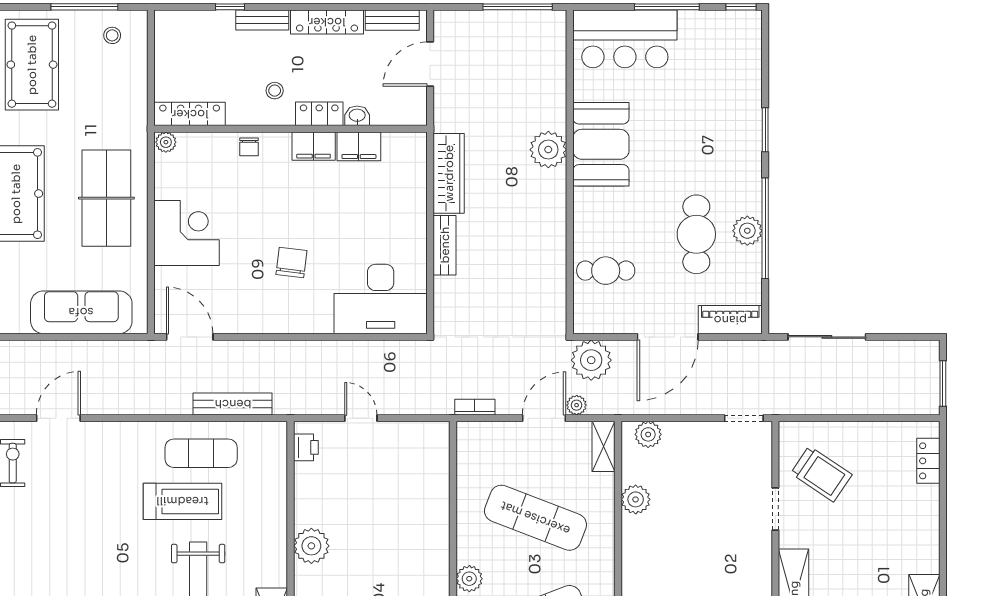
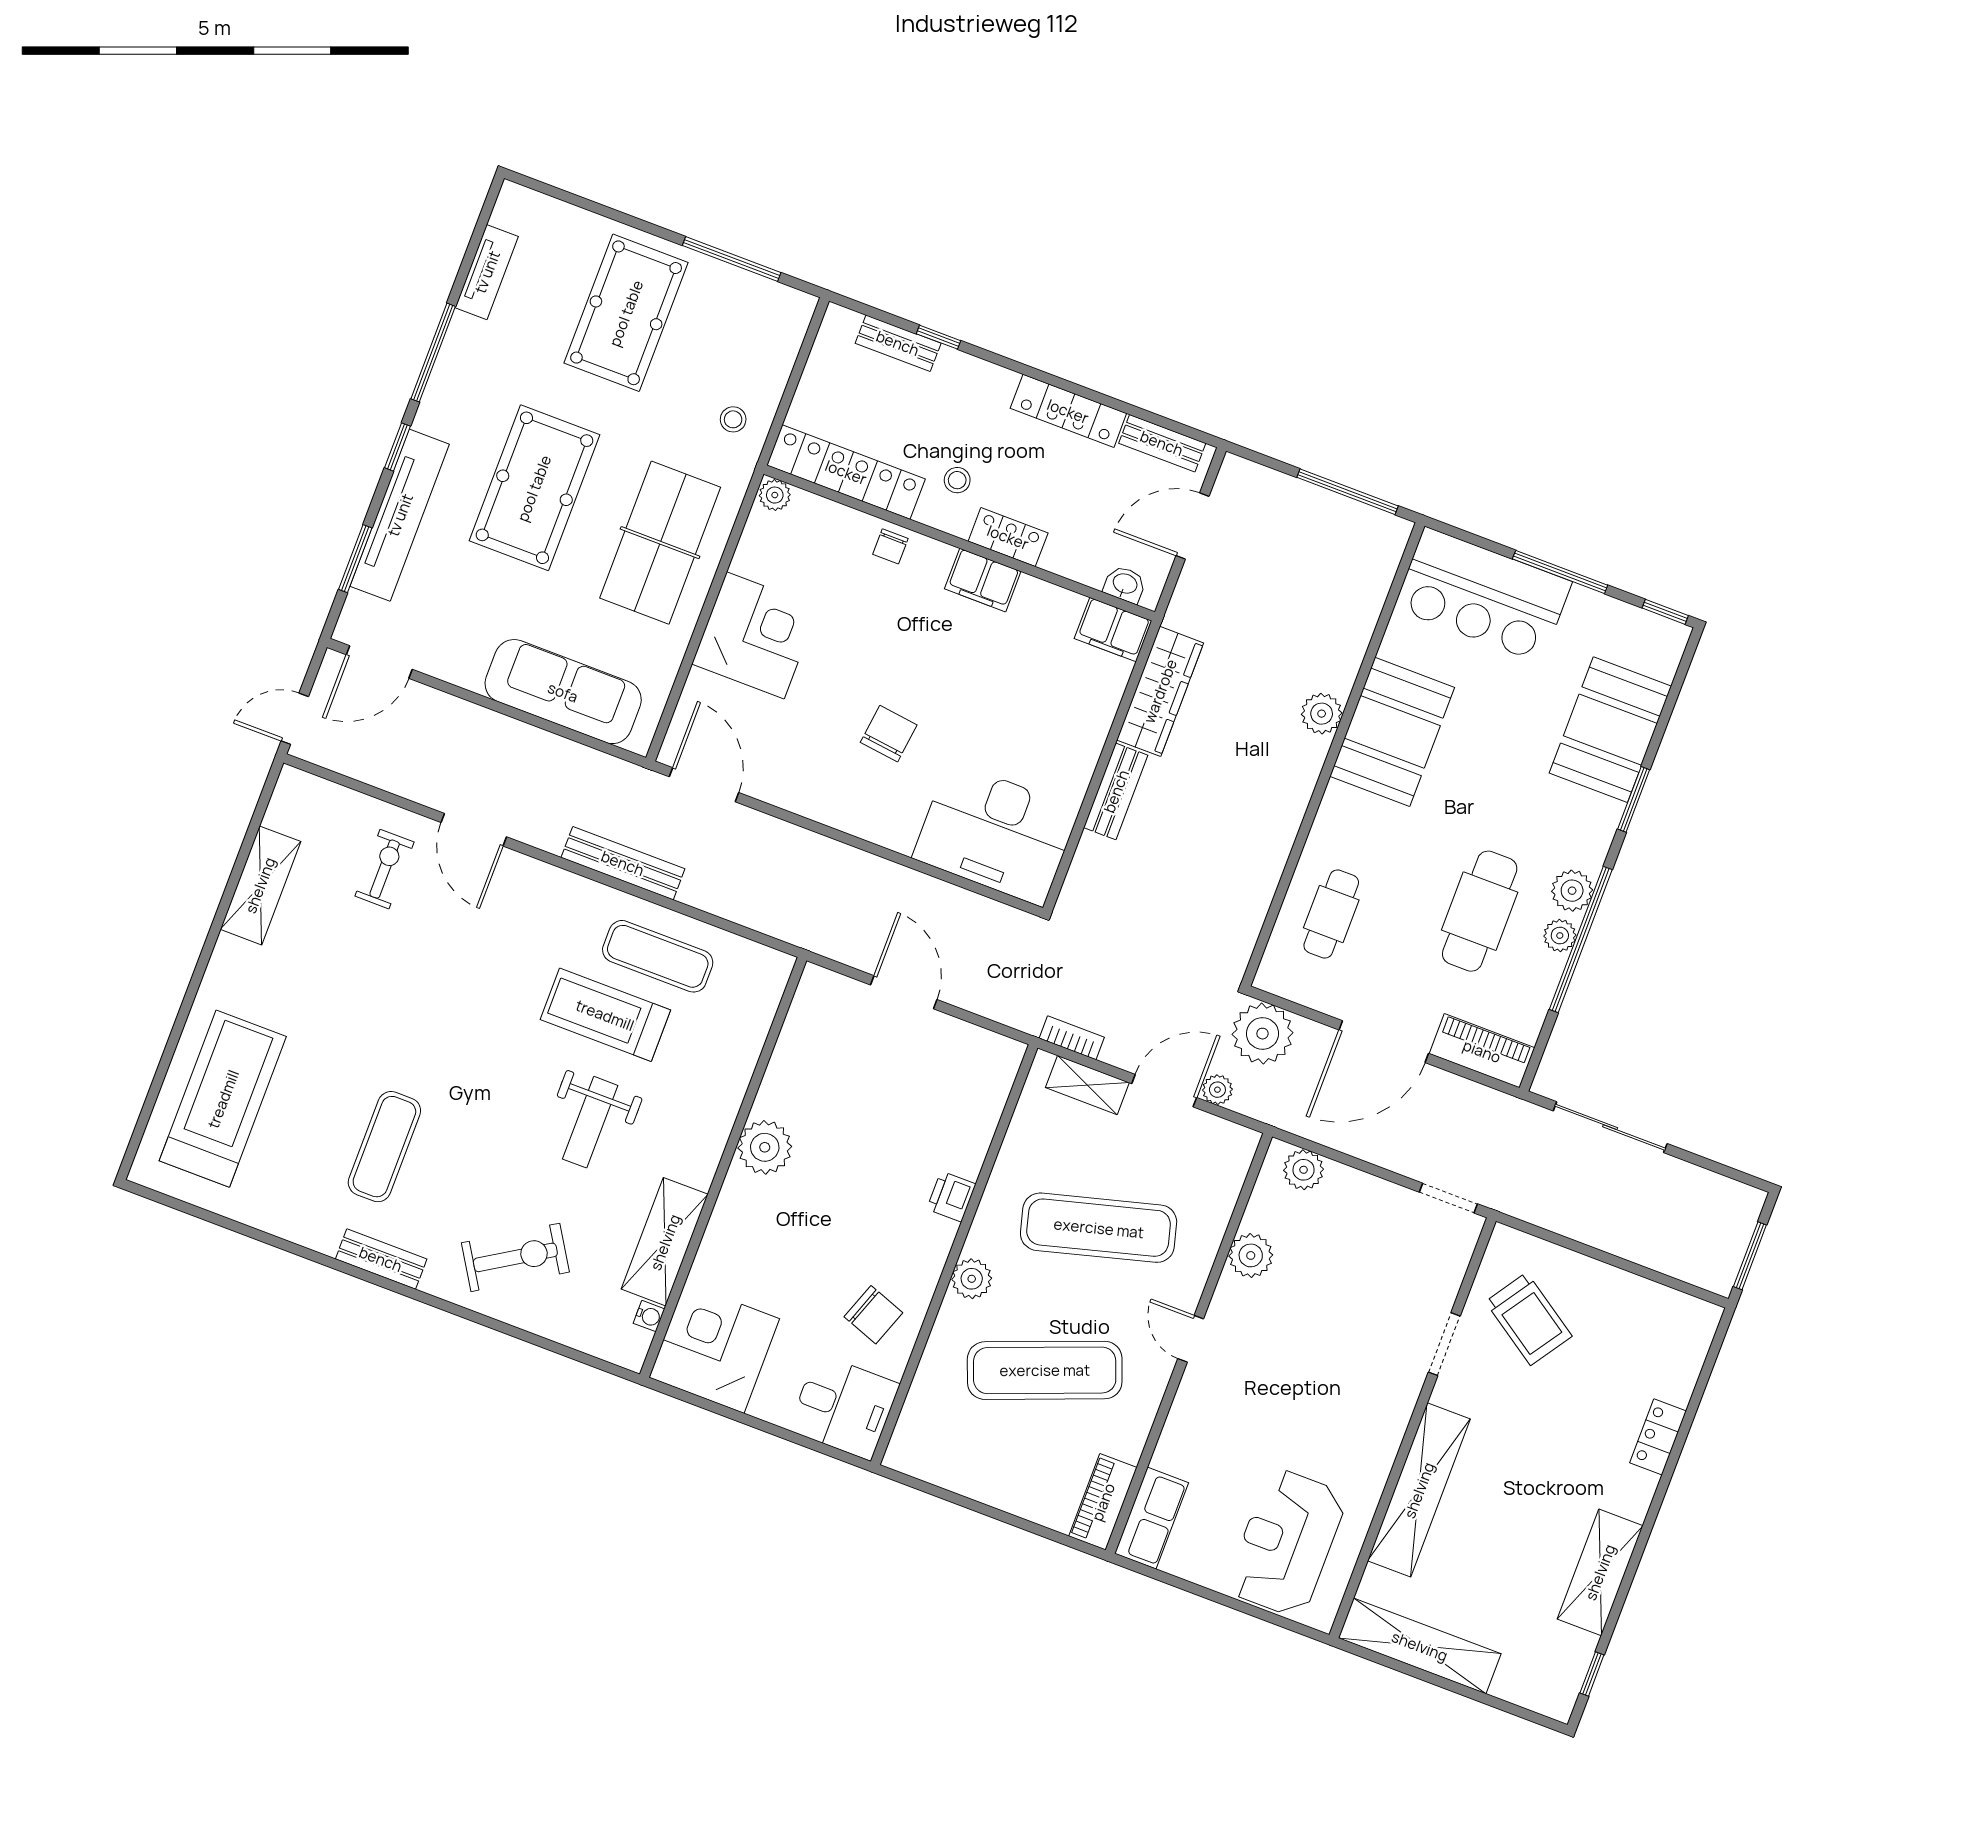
bench: (262, 20) -> (898, 343), moved
stool: (112, 35) -> (733, 419), moved
booth: (735, 92) -> (1610, 730), added
locker: (190, 114) -> (846, 472), width x1.41, depth x1.21
washbasin: (357, 116) -> (1125, 584), moved
filing cabinet: (359, 146) -> (1113, 630), moved
plant: (548, 150) -> (1322, 714), width x0.73, depth x0.73
plant: (748, 200) -> (1572, 891), added
plant: (747, 231) -> (1560, 936), width x0.73, depth x0.73
cafe table: (606, 271) -> (1331, 914), turned 90
bench: (233, 404) -> (623, 863), moved
door: (58, 418) -> (474, 830), swing flipped
door: (361, 418) -> (904, 992), width x1.38
shelving: (604, 446) -> (1087, 1085), moved, turned 90
printer: (306, 447) -> (951, 1196), moved, turned 180
locker: (928, 461) -> (1658, 1437), moved
treadmill: (182, 501) -> (605, 1015), turned 180
exercise mat: (535, 518) -> (1099, 1228), turned -36
door: (618, 565) -> (1191, 1339), added

